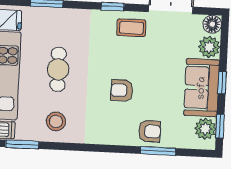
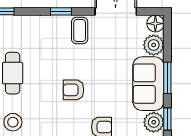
coffee table: (131, 28) -> (80, 31), turned 90
window: (222, 83) -> (167, 78), width x1.50

